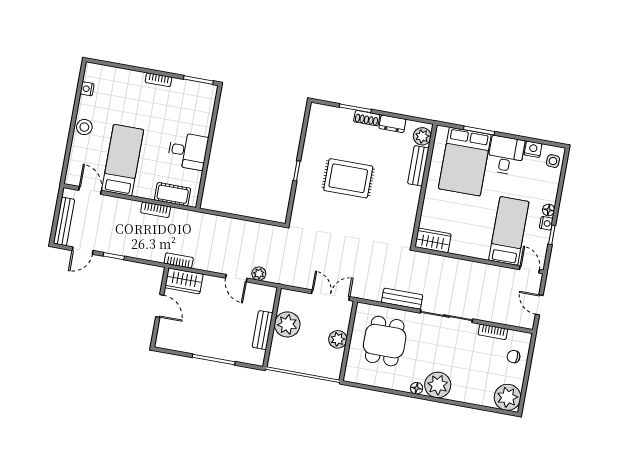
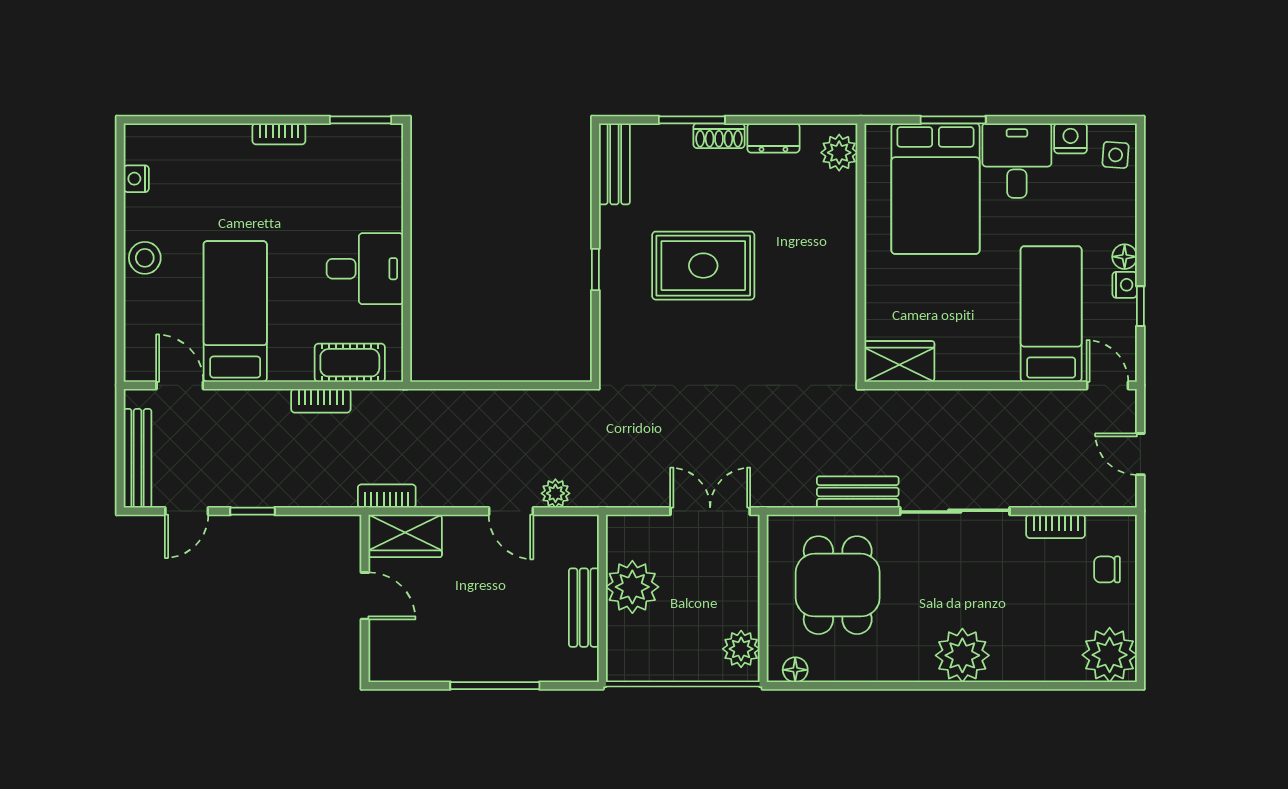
bench: (418, 166) -> (614, 164), moved
plant: (338, 339) -> (741, 649), moved
floor lamp: (417, 388) -> (795, 670), moved

